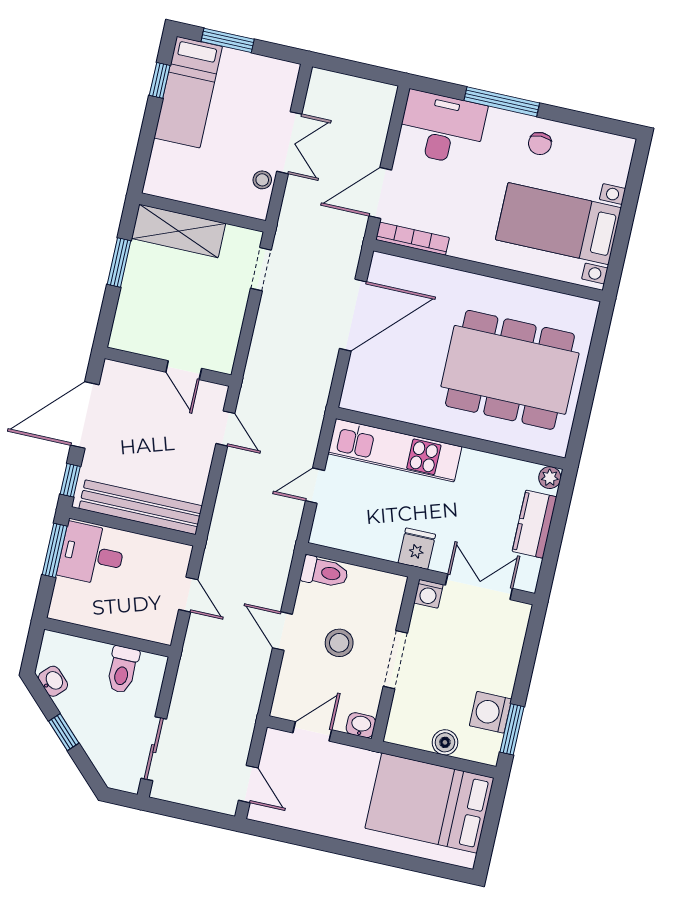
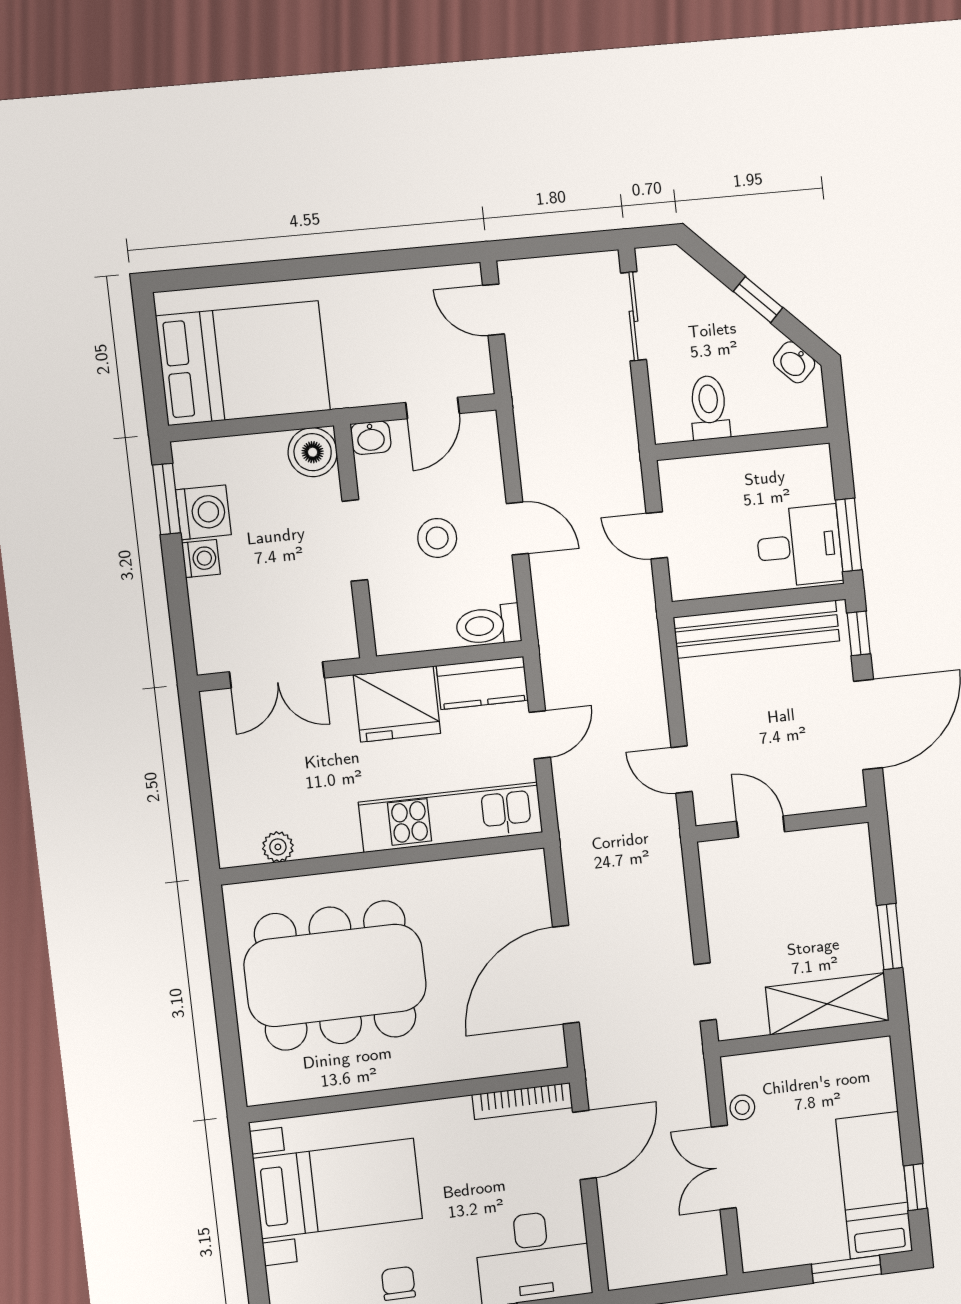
plant: (550, 478) -> (278, 847), moved
kitchen counter: (534, 524) -> (482, 683), moved, turned 90
fridge: (417, 549) -> (397, 704), width x1.88, depth x1.34
washing machine: (428, 594) -> (201, 558), moved, turned 90
boiler: (445, 742) -> (313, 452), moved, width x1.36, depth x1.36

